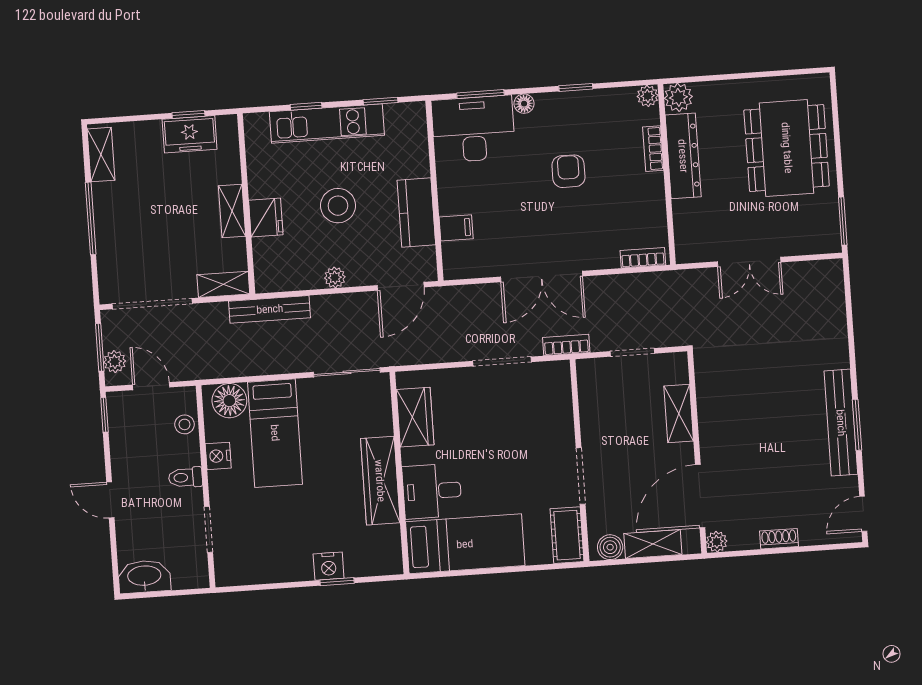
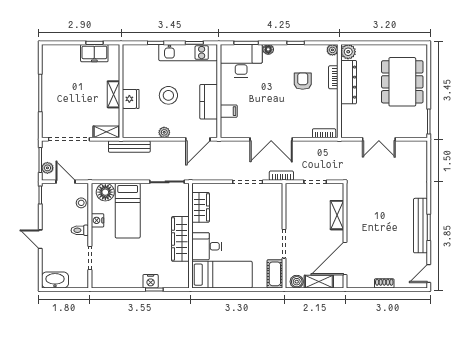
kitchen unit: (327, 124) -> (188, 53), moved
shelving: (101, 155) -> (48, 60), removed
armchair: (568, 171) -> (303, 81), moved
plant: (717, 542) -> (352, 283), removed

